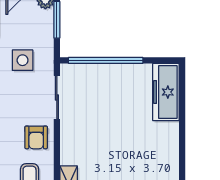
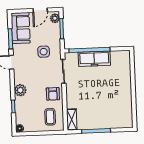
freezer: (166, 92) -> (94, 59), moved, turned -90

